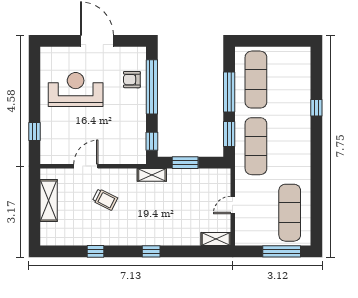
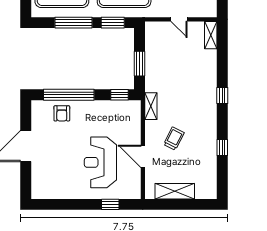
reception desk: (76, 89) -> (100, 162), moved
shelving: (152, 175) -> (151, 106), moved

